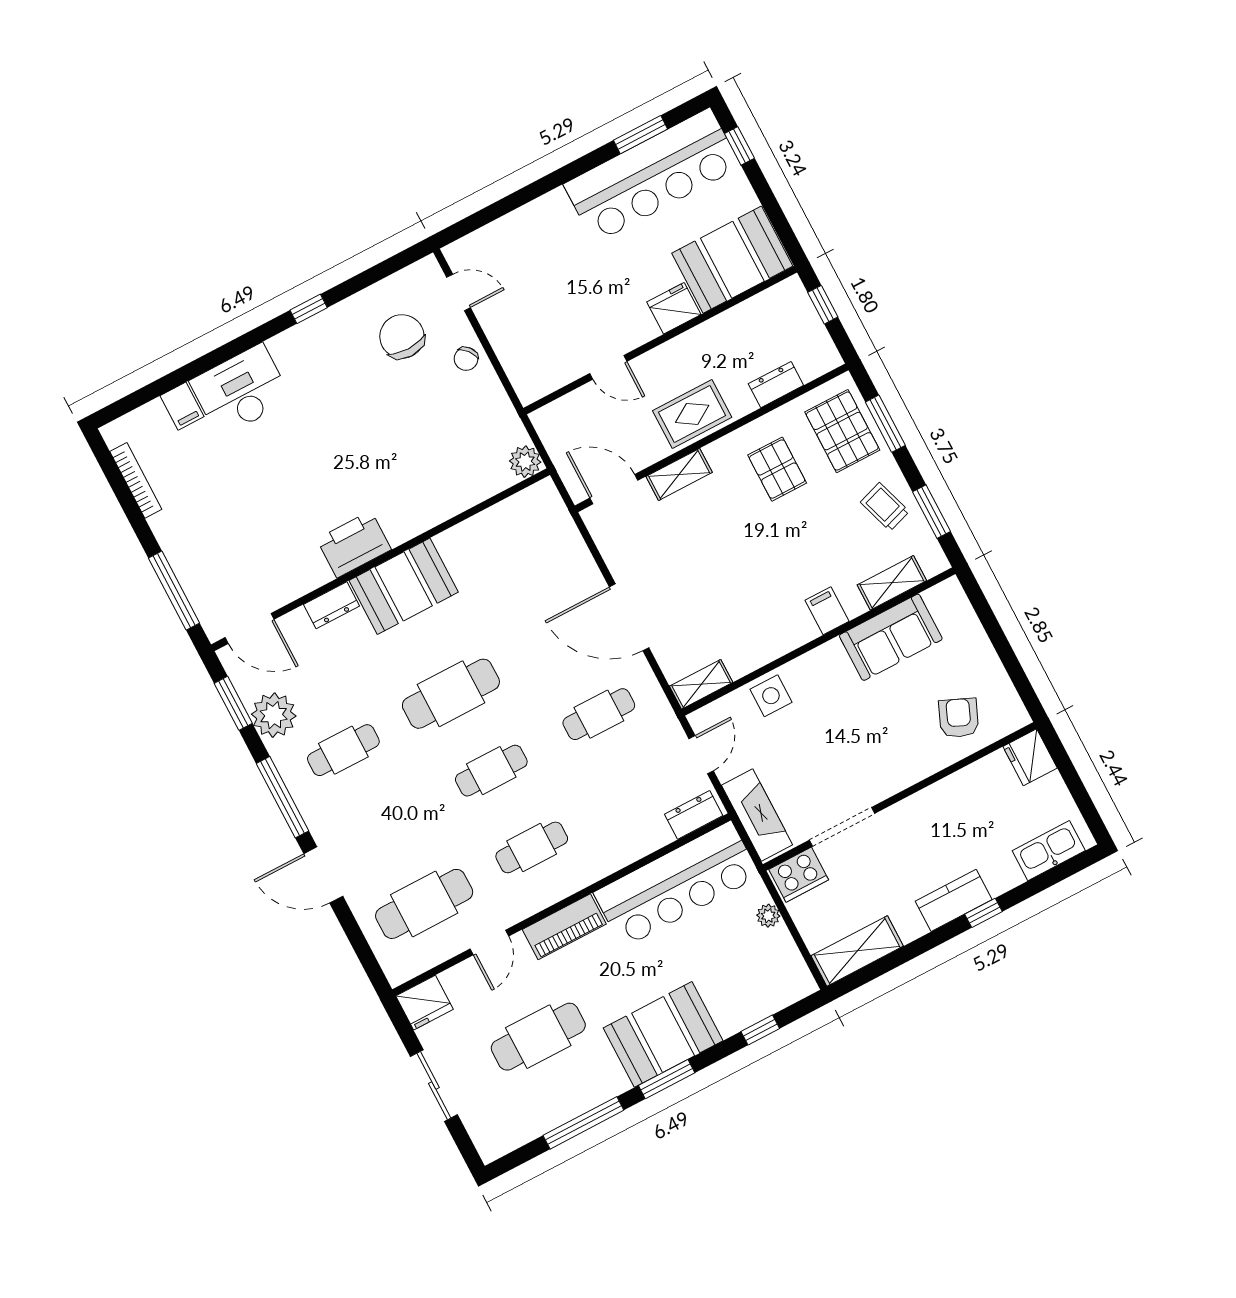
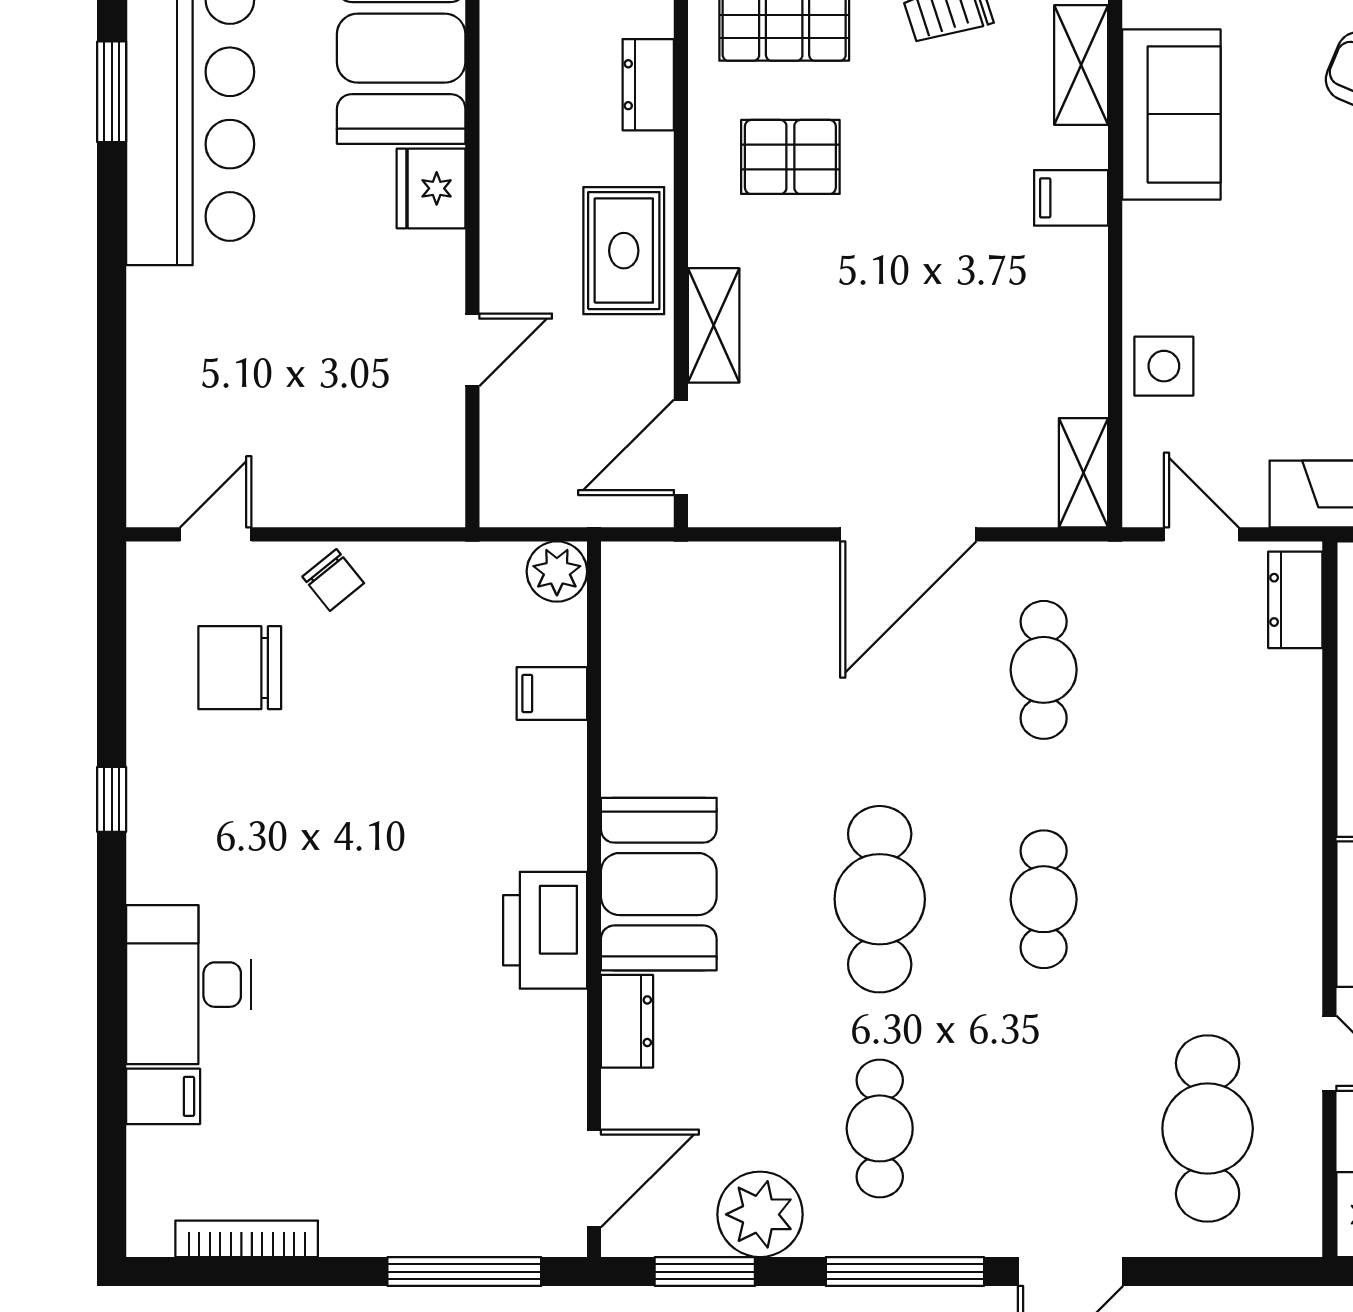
filing cabinet: (467, 489) -> (552, 693), added
cafe table: (532, 847) -> (1208, 899), removed

